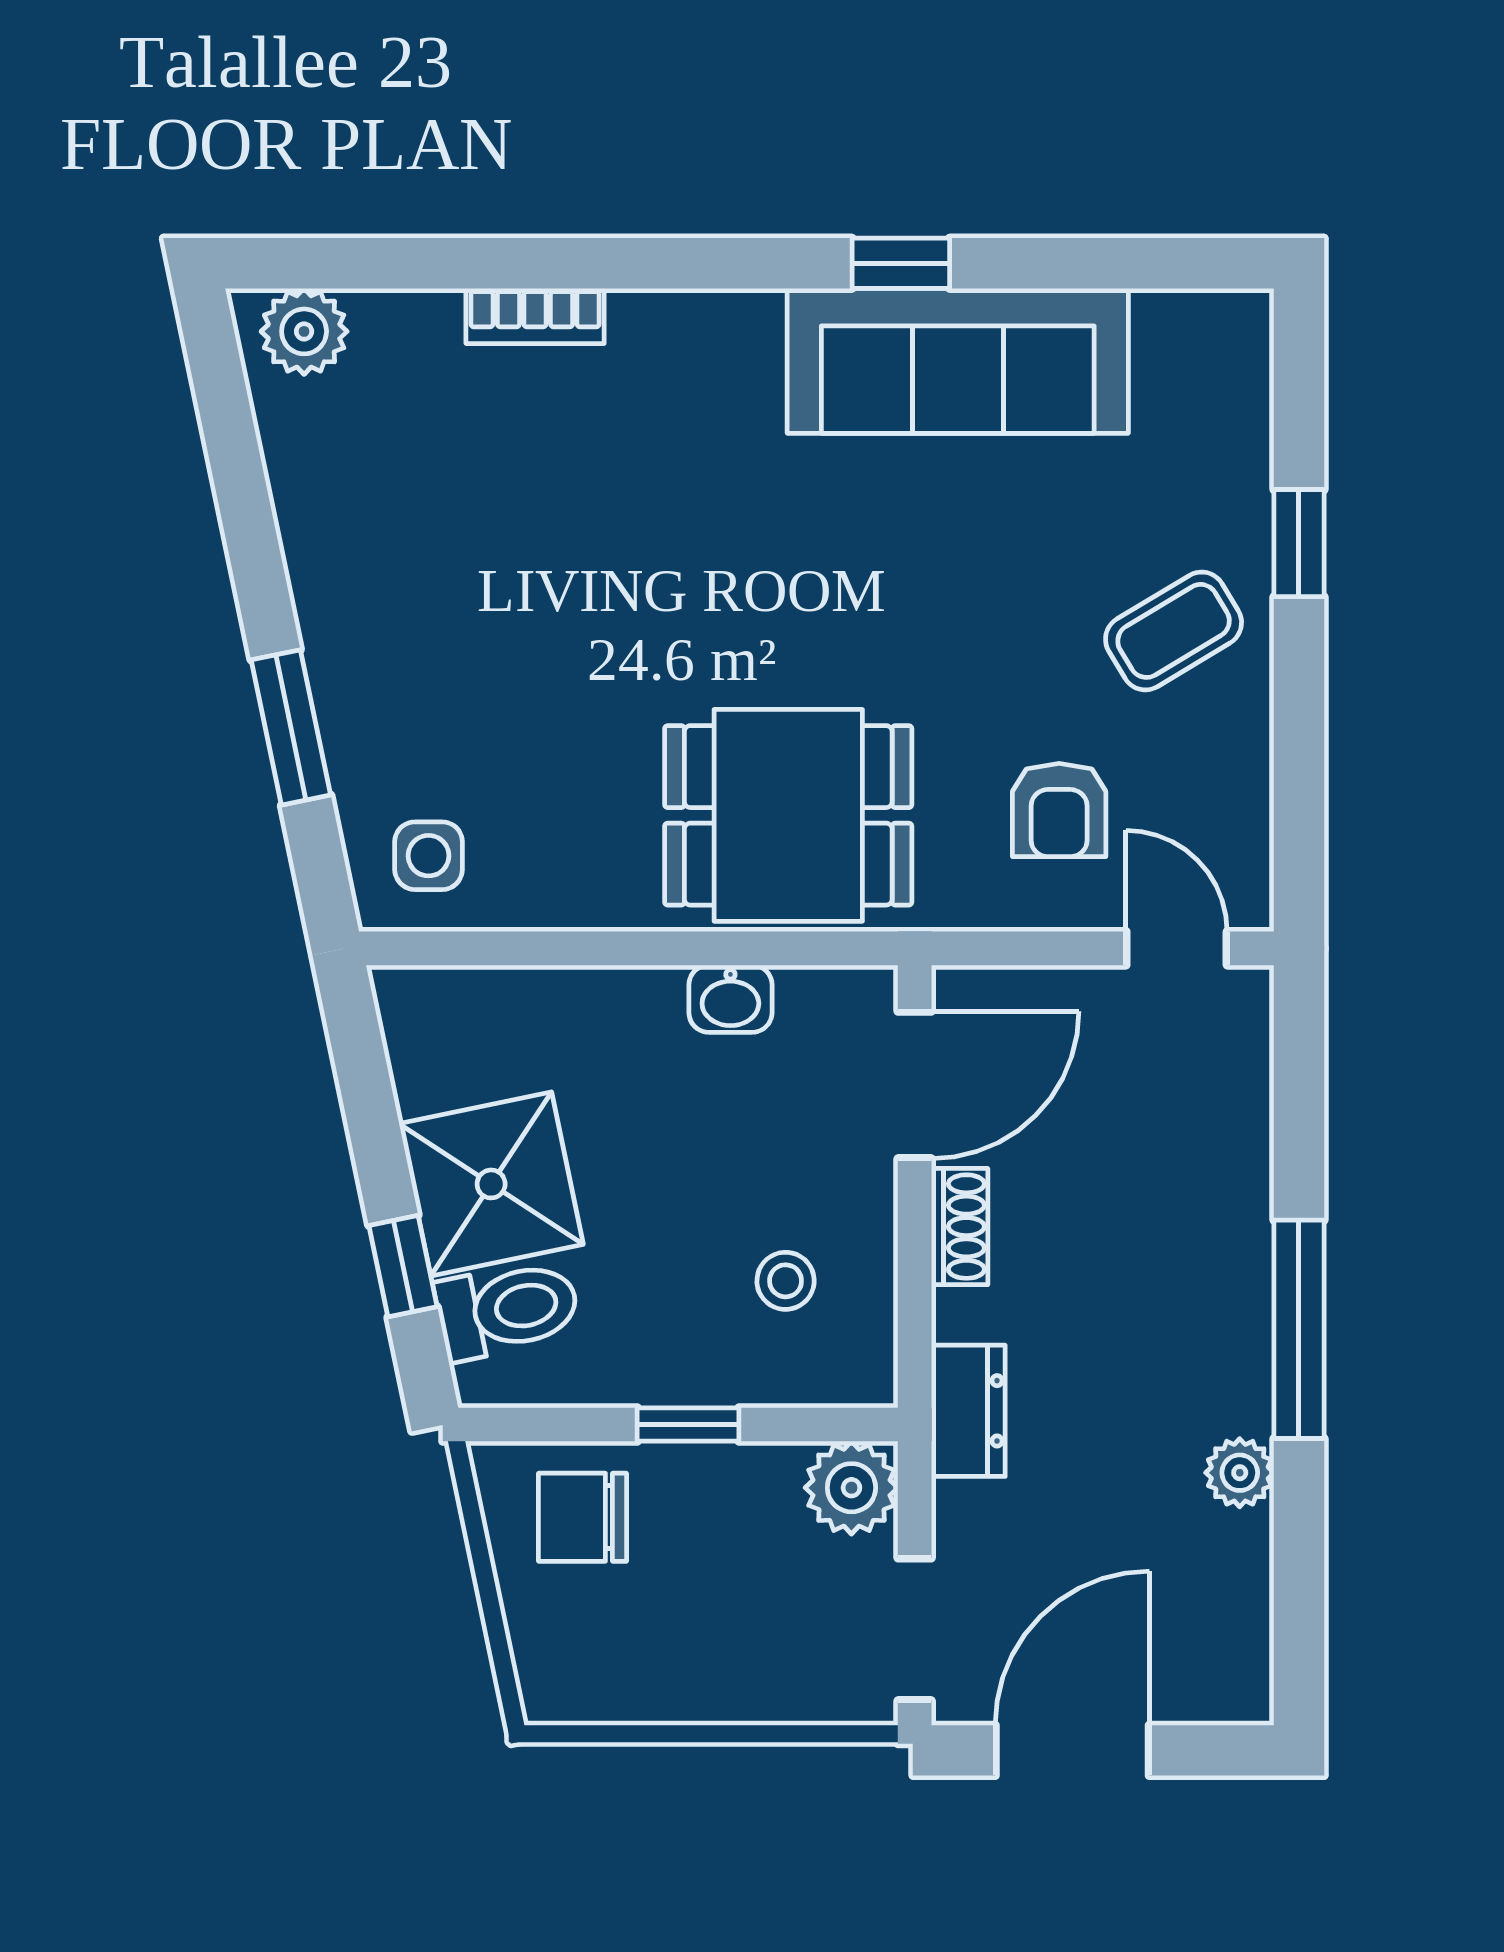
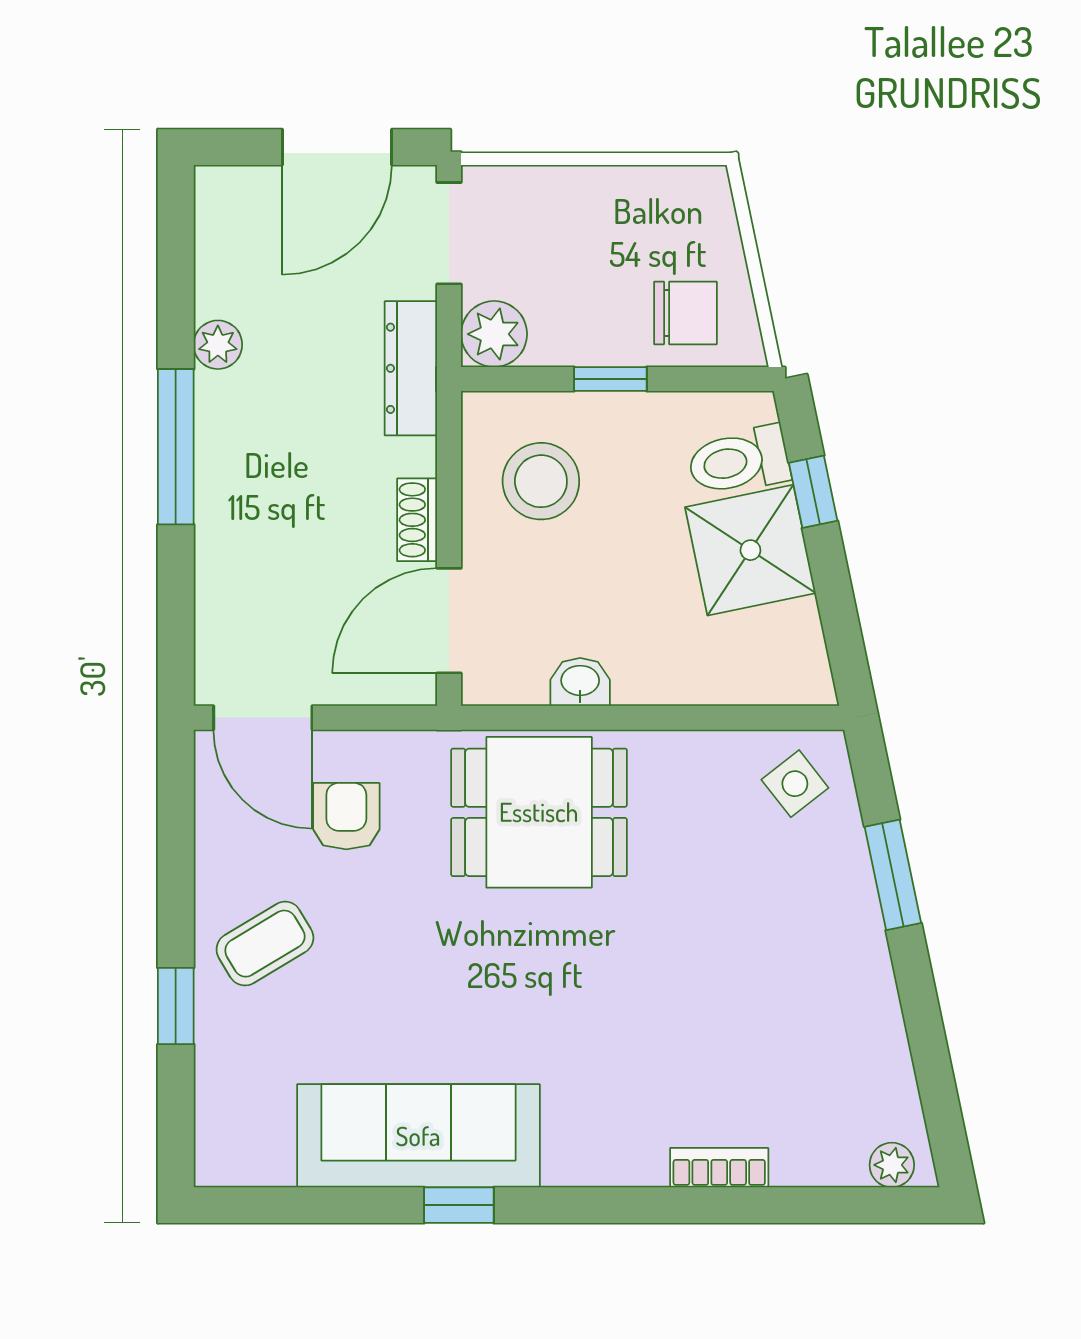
plant: (304, 331) -> (892, 1165), width x0.73, depth x0.73
side table: (429, 856) -> (795, 784), turned -38
door: (1177, 948) -> (263, 718), width x1.38
stool: (786, 1281) -> (541, 481), width x1.89, depth x1.89
dresser: (968, 1411) -> (411, 368), width x1.44

